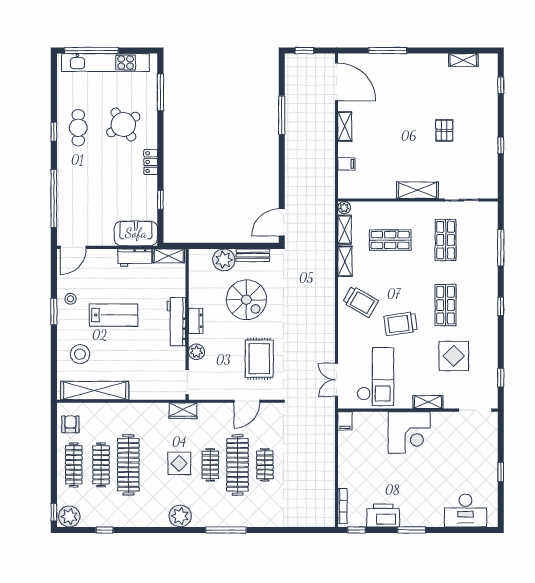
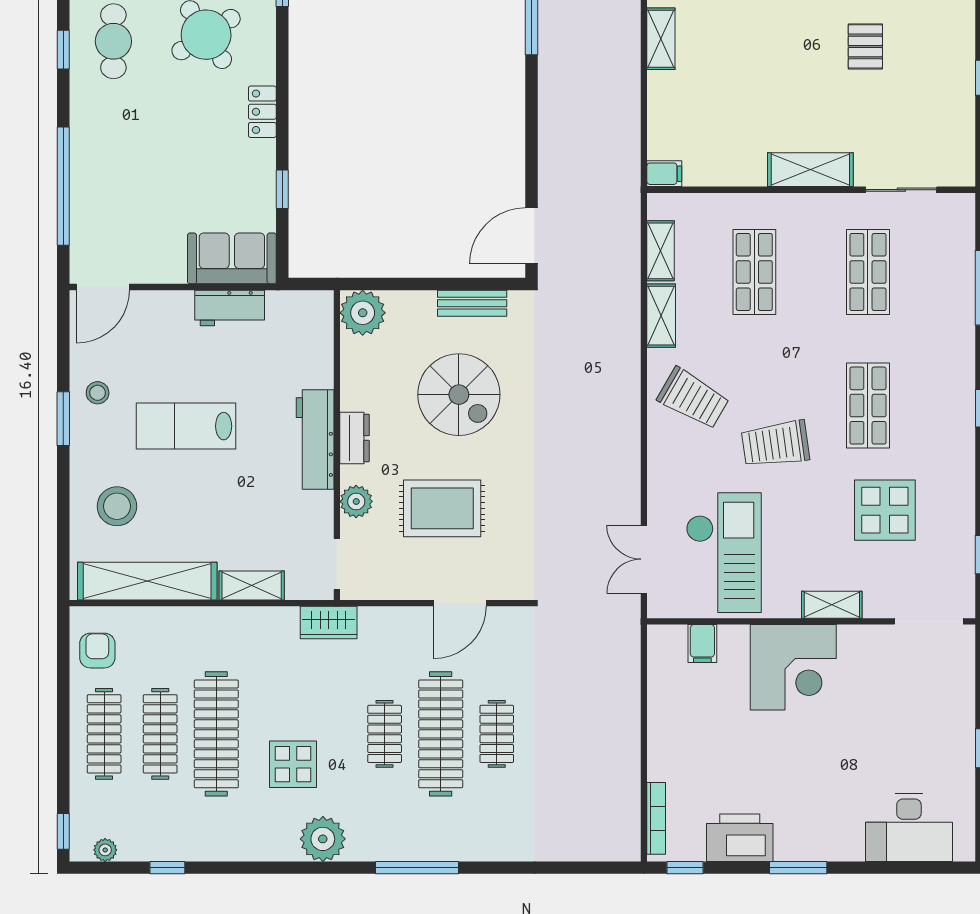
filing cabinet: (346, 164) -> (664, 174), moved
plant: (344, 208) -> (660, 205), removed
shop shelf: (390, 240) -> (754, 272), turned 90
shelving: (169, 256) -> (252, 586), moved
plant: (224, 260) -> (363, 313), moved
lab bench: (114, 315) -> (186, 426), turned 180
rug: (259, 359) -> (442, 508), moved, turned 90
filing cabinet: (345, 421) -> (702, 643), moved
display table: (179, 463) -> (293, 764), moved
plant: (69, 516) -> (105, 850), width x0.53, depth x0.53

